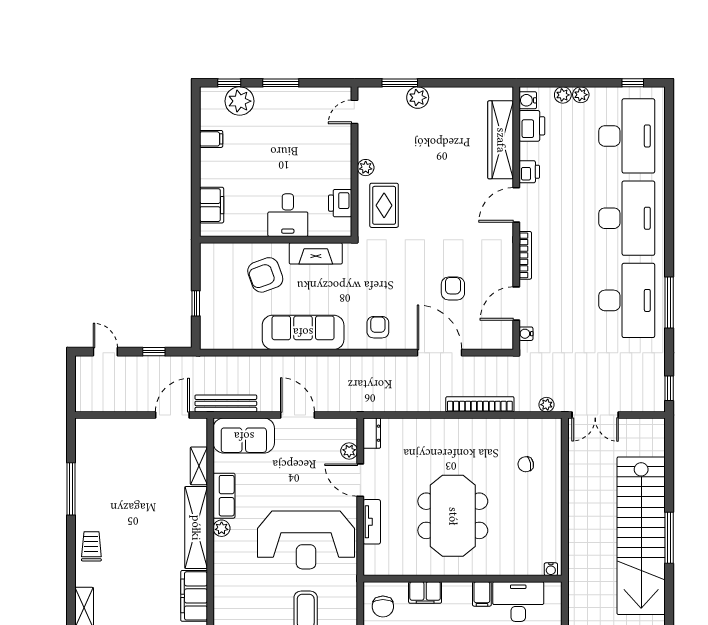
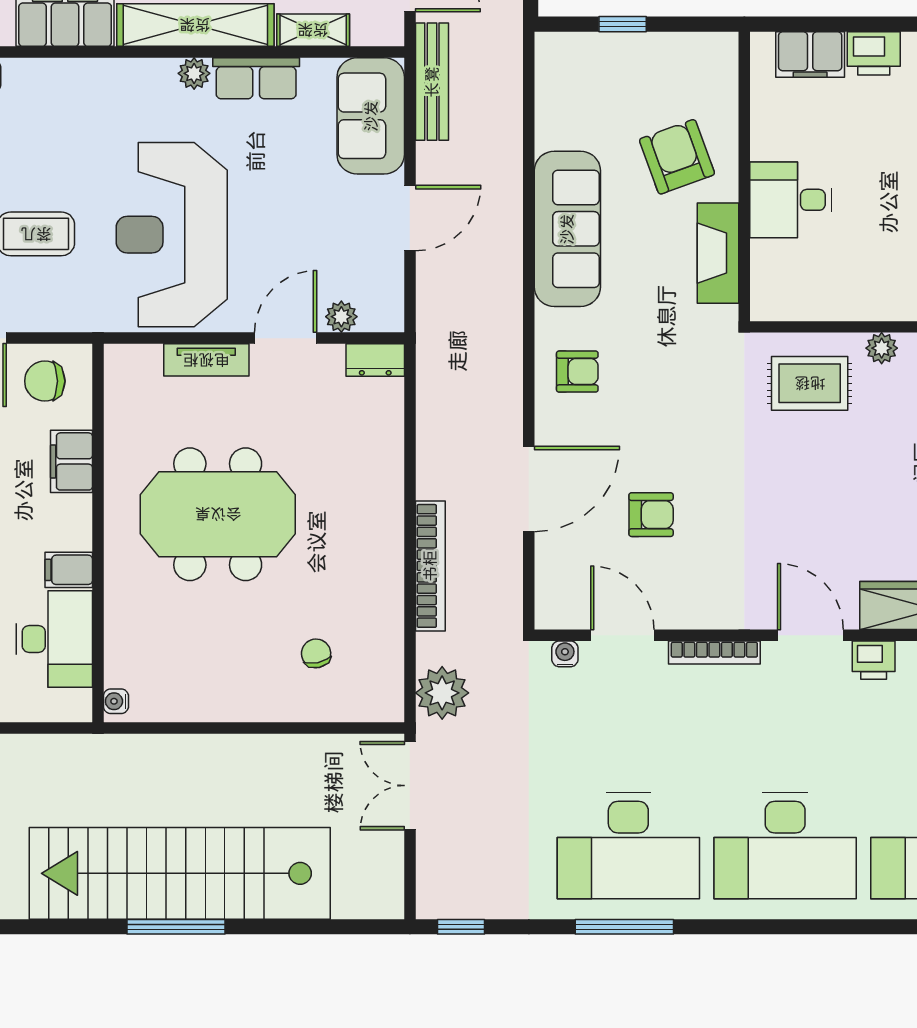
printer: (340, 203) -> (874, 53), moved, turned 180
plant: (546, 405) -> (442, 693), width x1.88, depth x1.88

